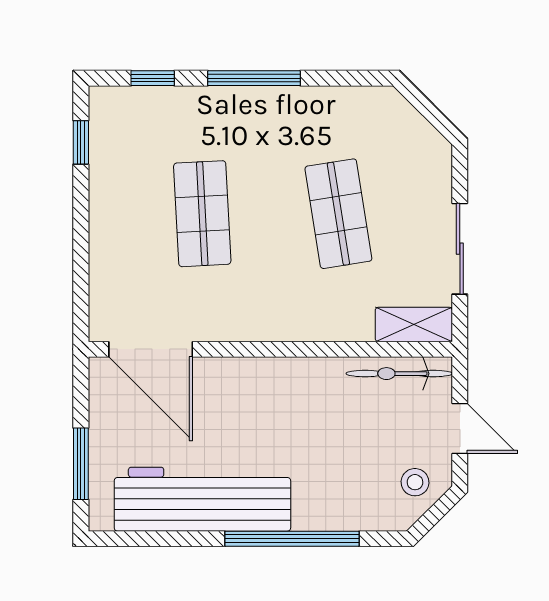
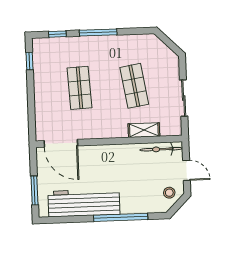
shelving: (414, 324) -> (144, 130), moved

